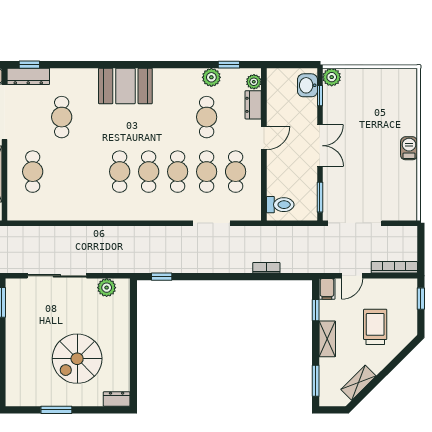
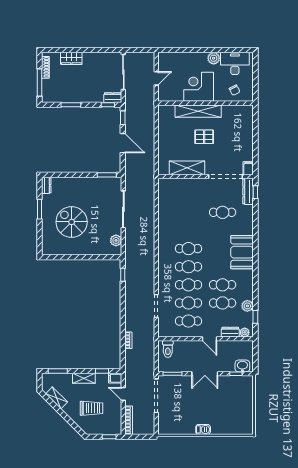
plant: (332, 77) -> (248, 381), removed
cafe table: (33, 172) -> (223, 285), moved
dresser: (117, 399) -> (46, 185), moved

